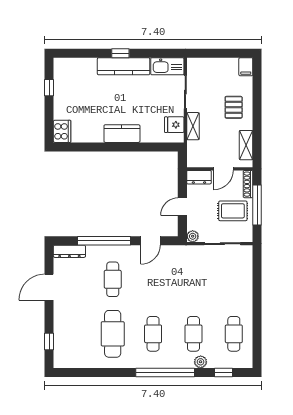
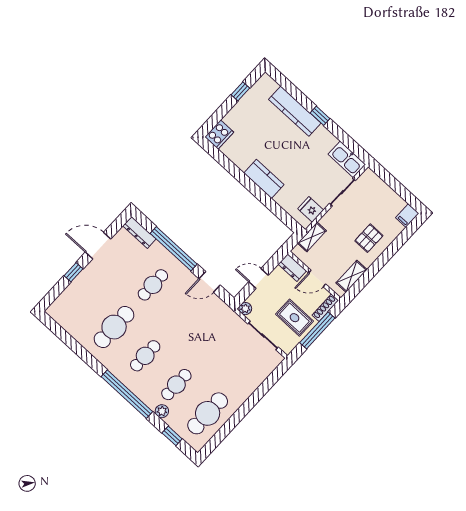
kitchen counter: (124, 66) -> (295, 111), moved
shelving: (193, 126) -> (312, 237), moved
cafe table: (234, 334) -> (208, 413), width x1.37, depth x1.35
window: (49, 341) -> (74, 272), moved

